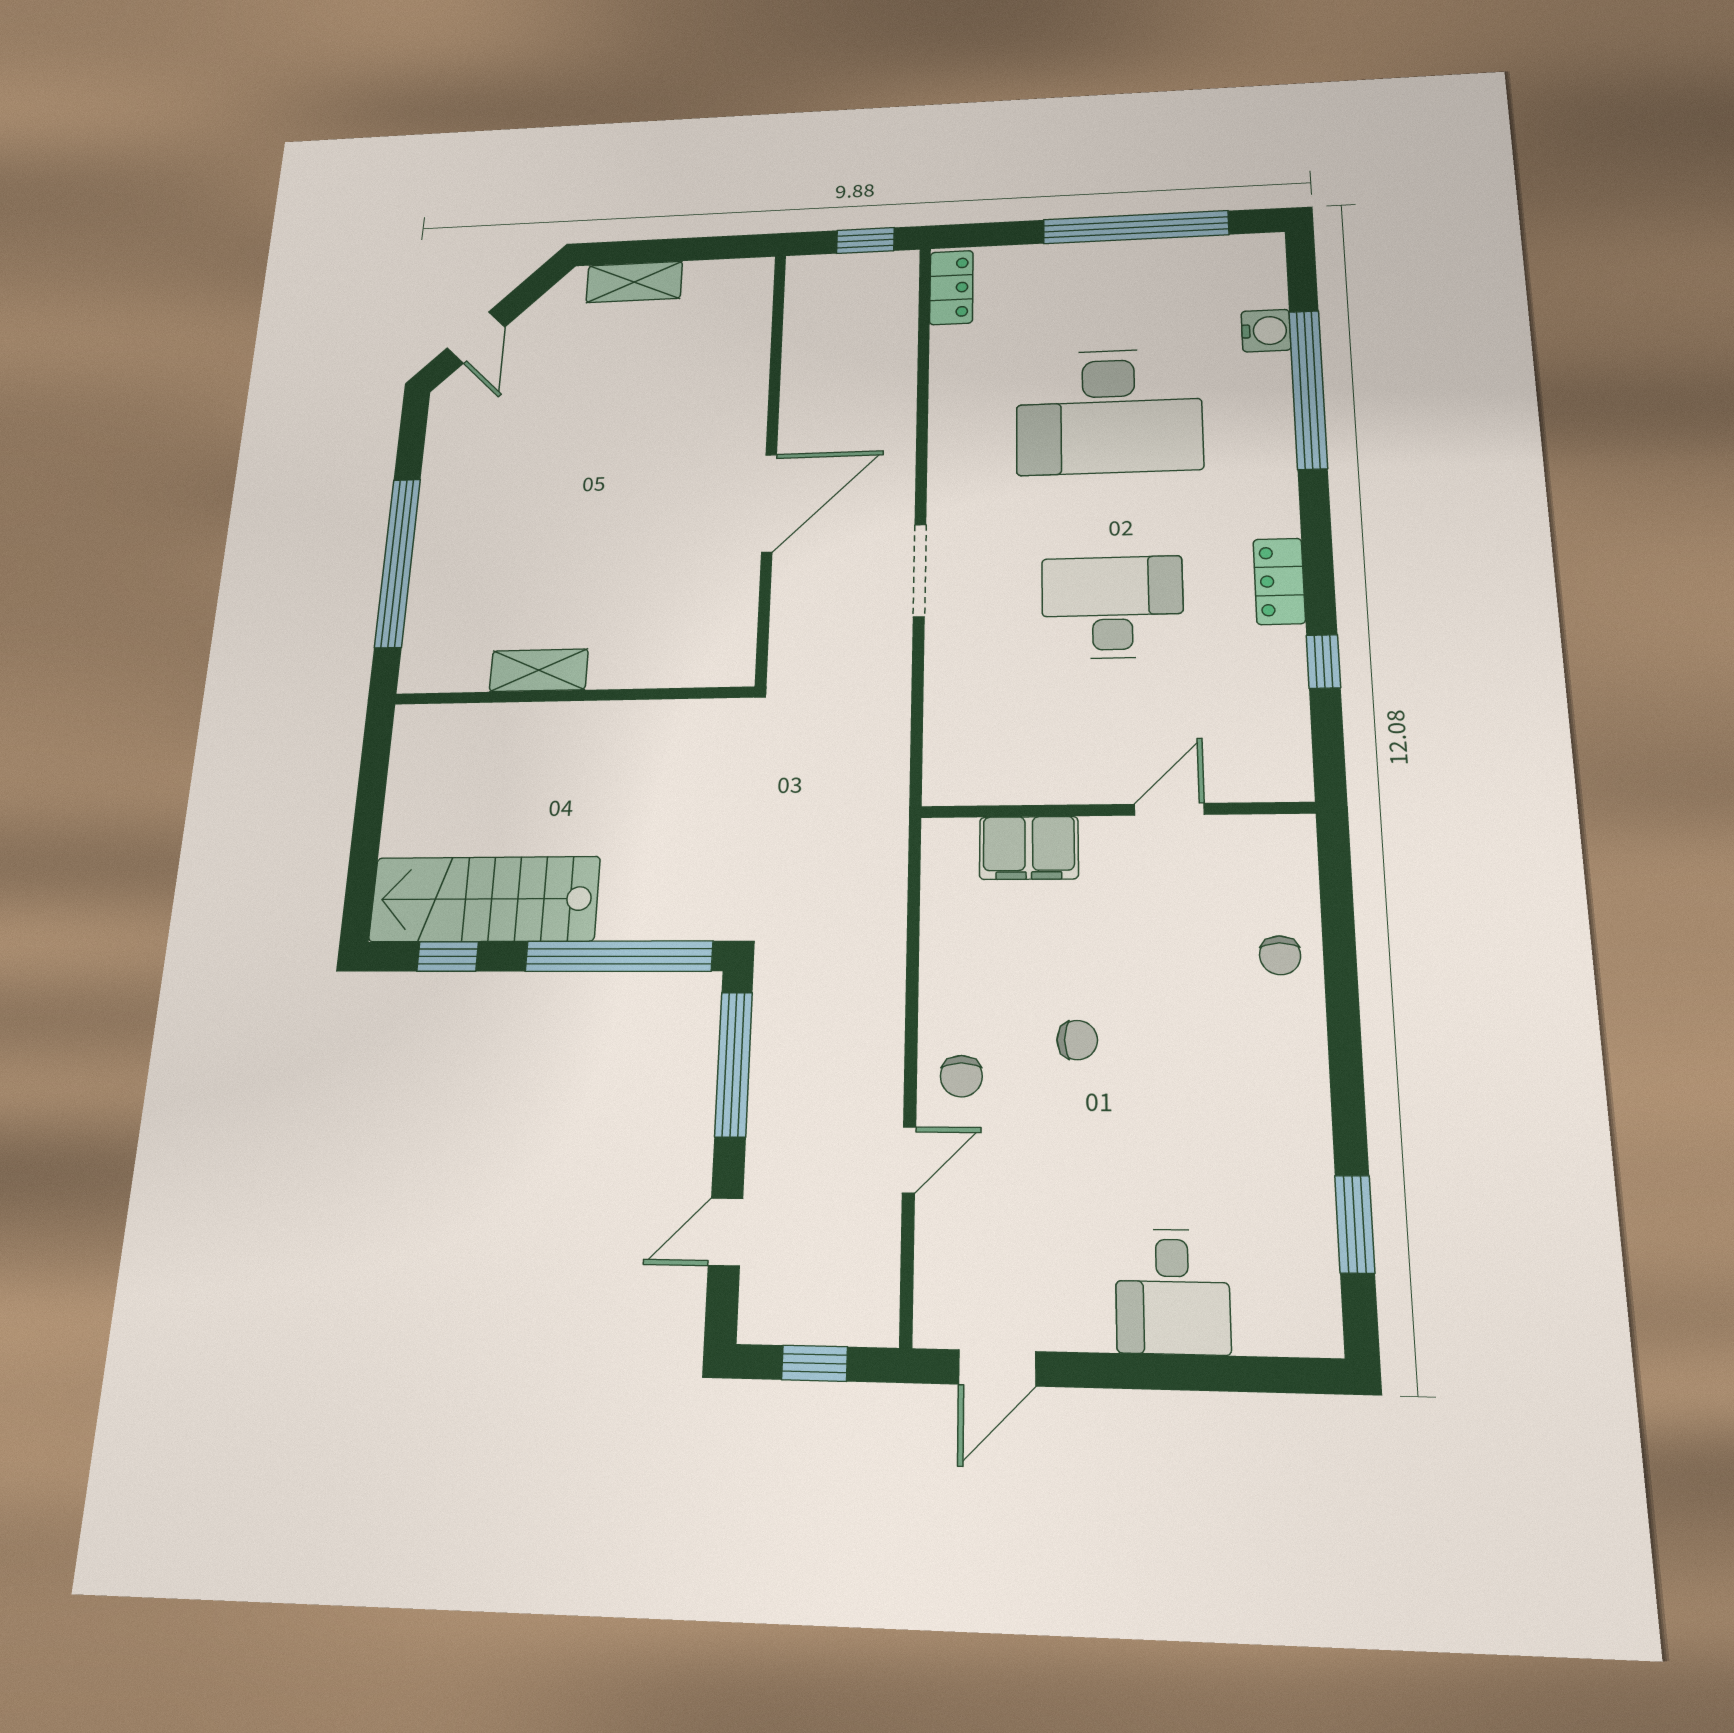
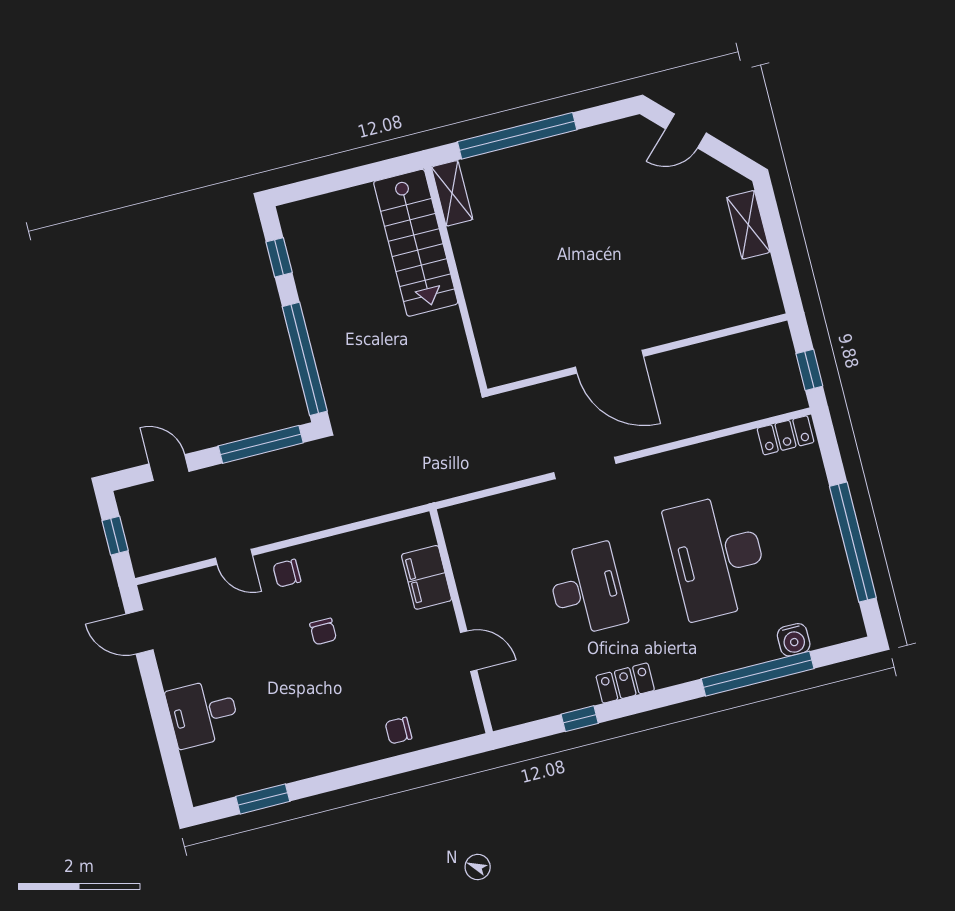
shelving: (539, 670) -> (452, 193), moved
stairs: (484, 899) -> (416, 243), moved, turned 180

